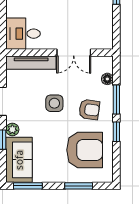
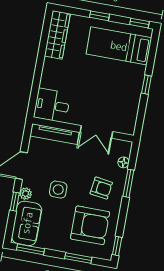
side table: (54, 103) -> (58, 190), moved
window: (116, 132) -> (117, 246), moved

